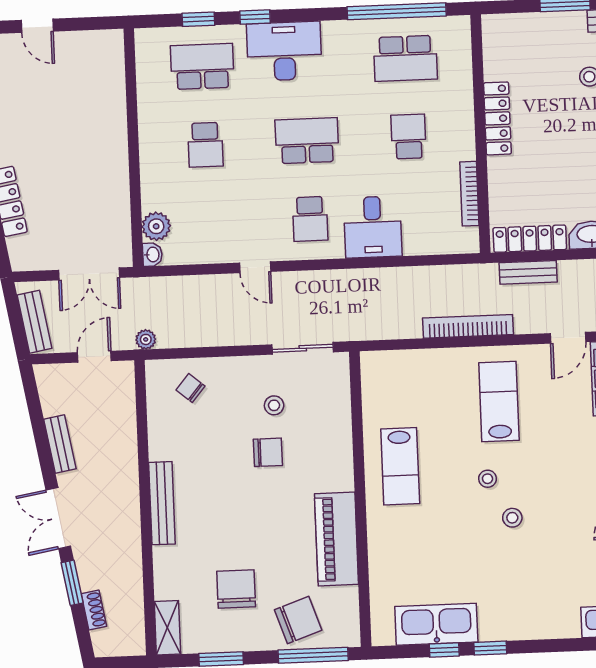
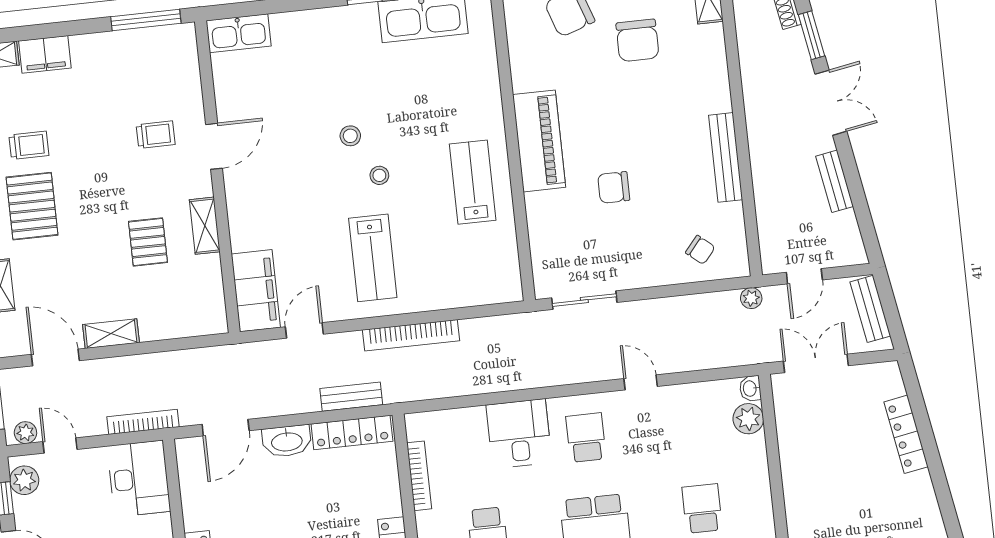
stool: (274, 405) -> (611, 238), removed
bench: (162, 503) -> (726, 157), moved
piano: (337, 539) -> (539, 141), moved

